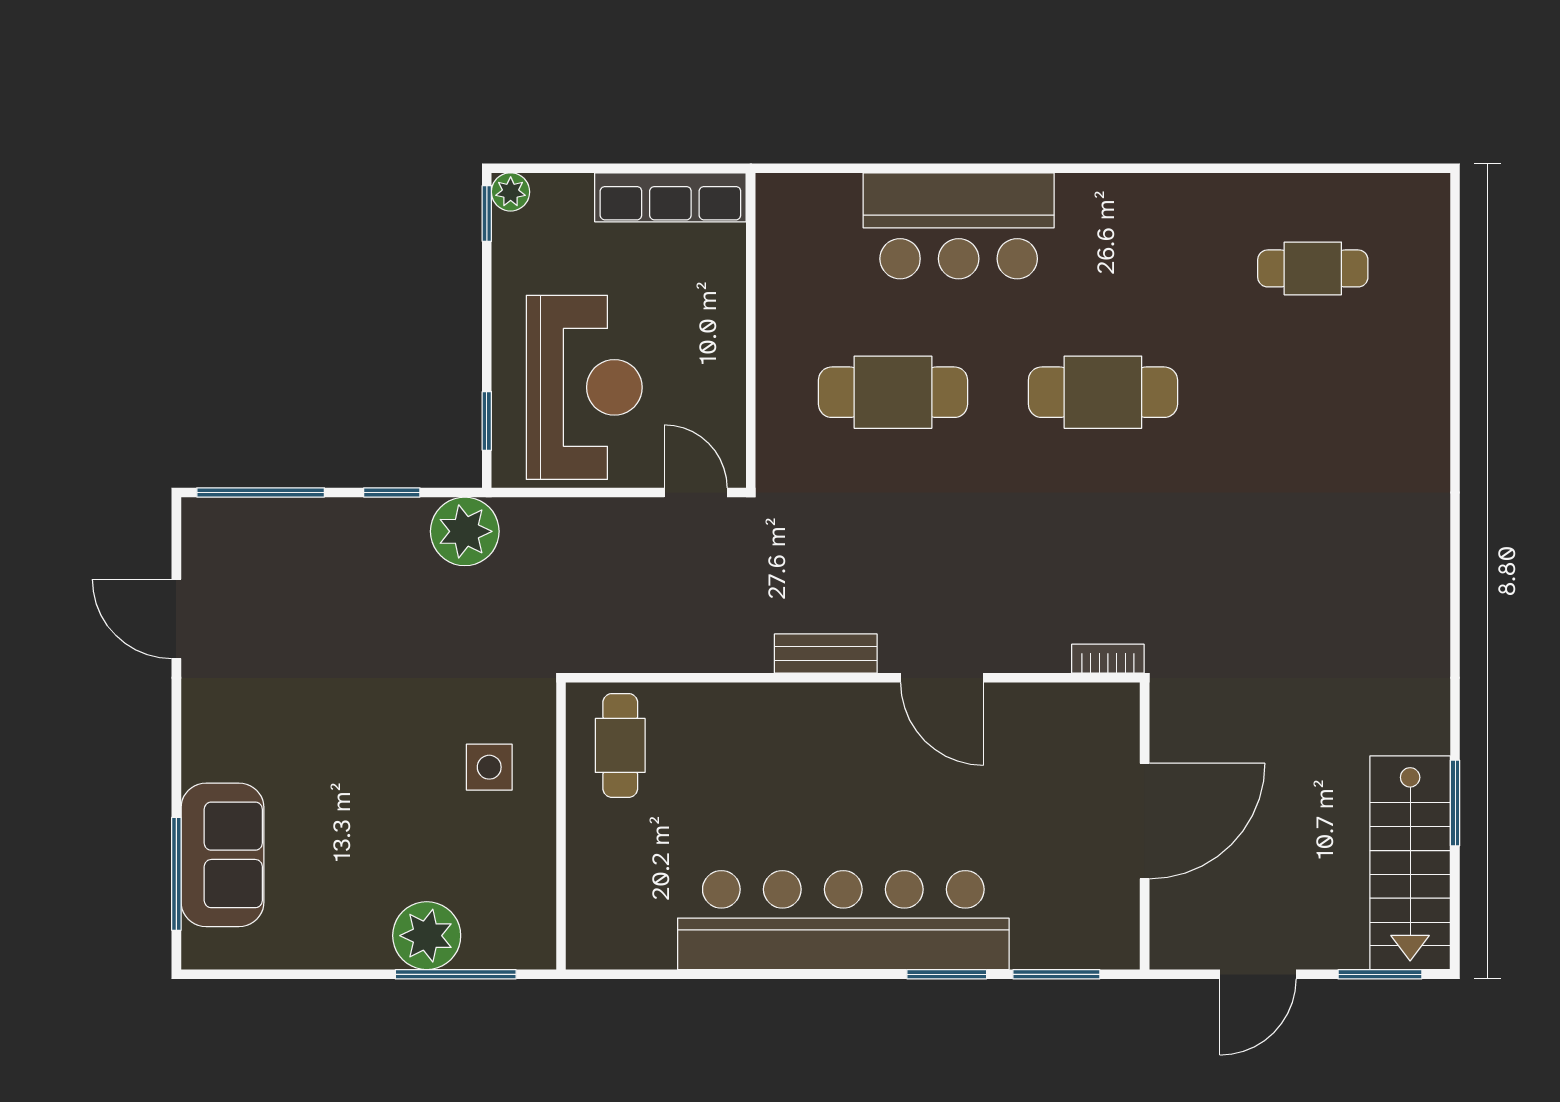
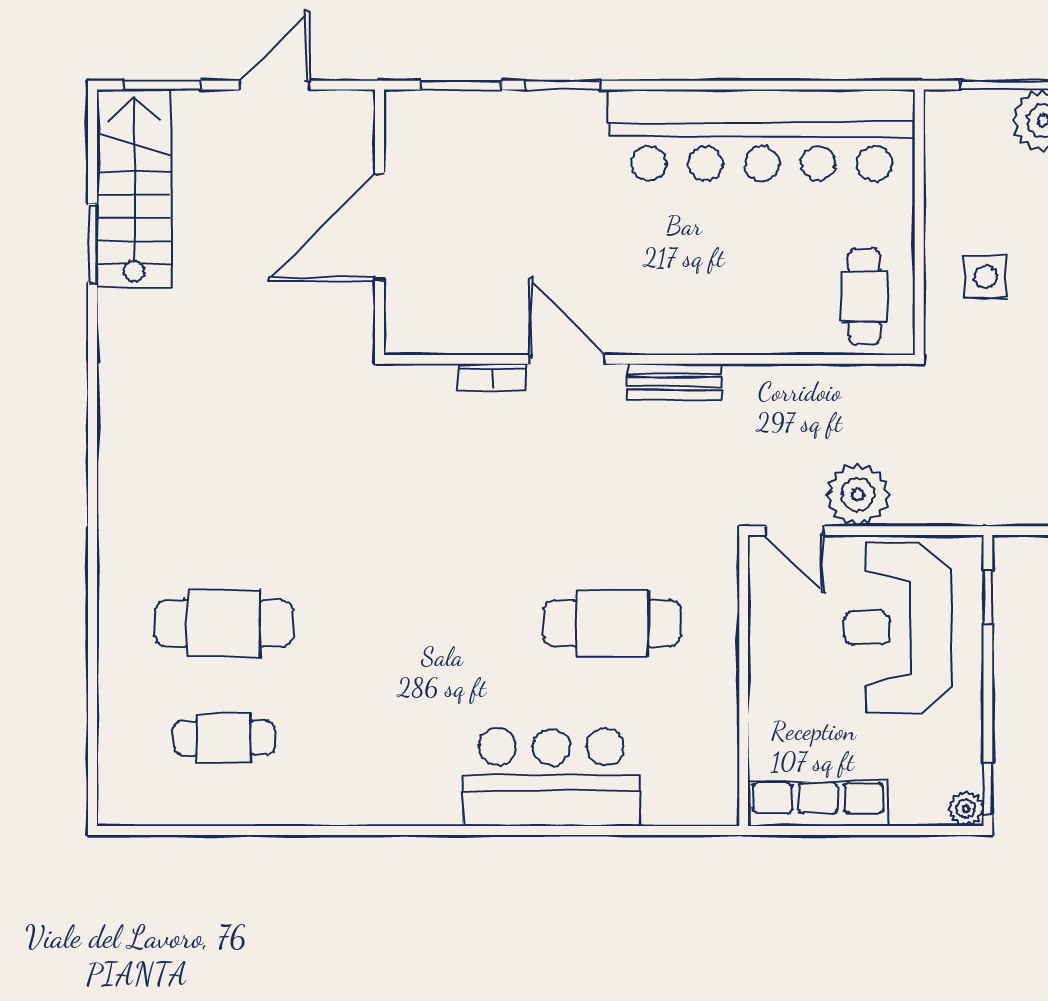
cafe table: (1103, 392) -> (224, 623), moved
plant: (465, 531) -> (858, 495), moved
bookcase: (1108, 659) -> (492, 377), moved
bar counter: (843, 920) -> (762, 135), moved

